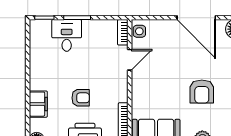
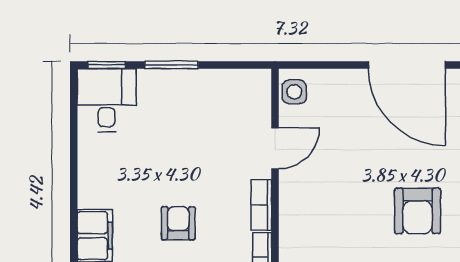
bookcase: (123, 32) -> (261, 205), moved
desk: (67, 35) -> (107, 100), moved
armchair: (81, 98) -> (178, 223), turned -90

